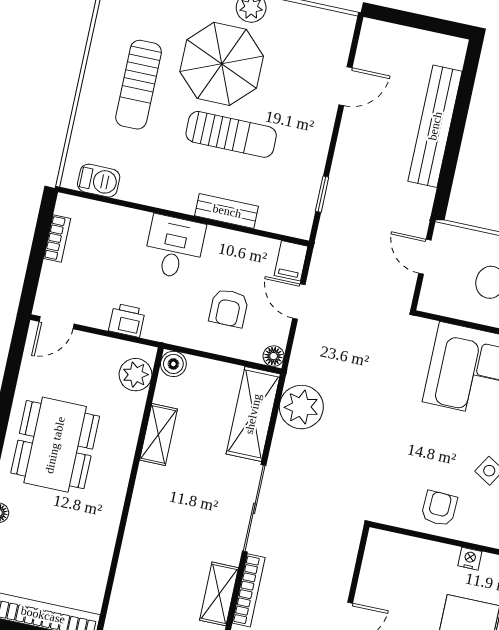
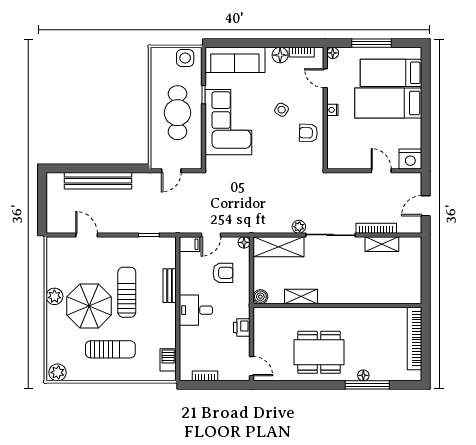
plant: (136, 375) -> (271, 316), removed
plant: (301, 407) -> (299, 227), moved, width x0.53, depth x0.53

